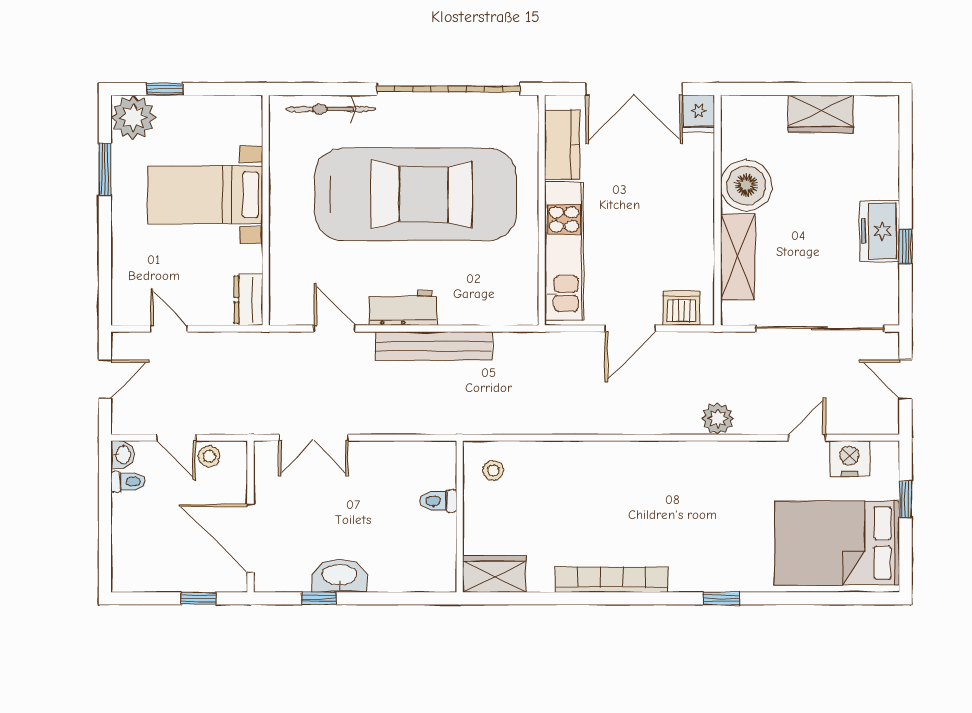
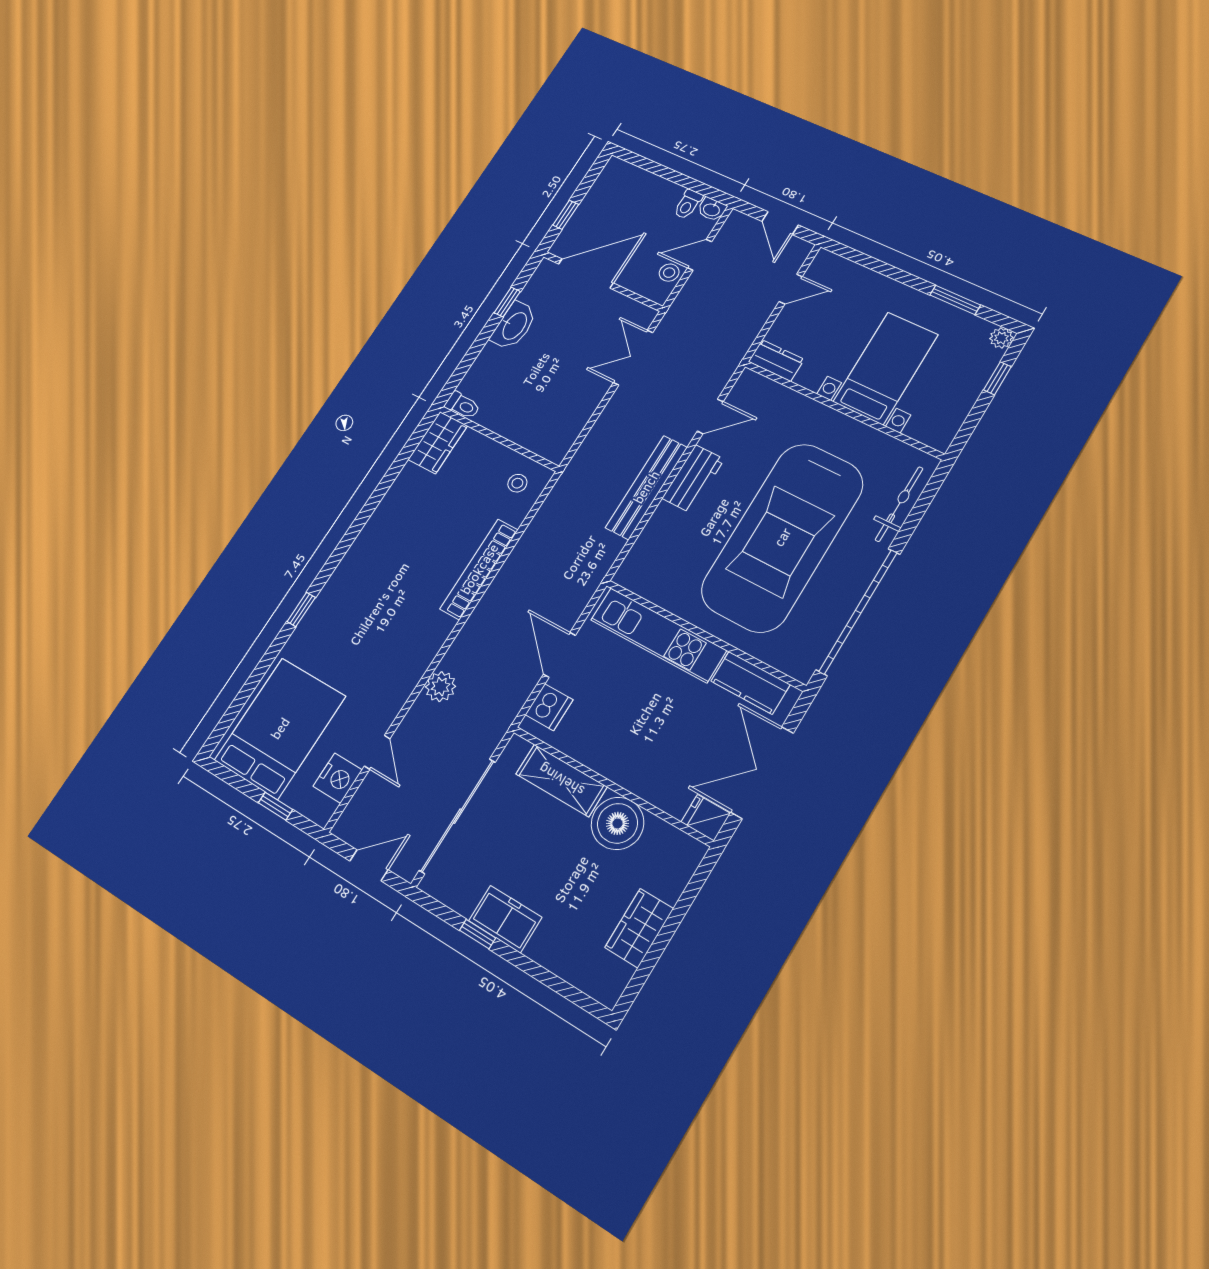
plant: (133, 117) -> (1001, 338), width x0.53, depth x0.53
toilet: (438, 501) -> (463, 405), moved, turned 90
bookcase: (612, 580) -> (479, 569), moved, turned 180

